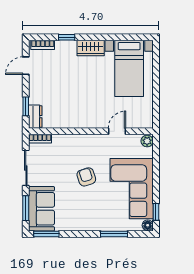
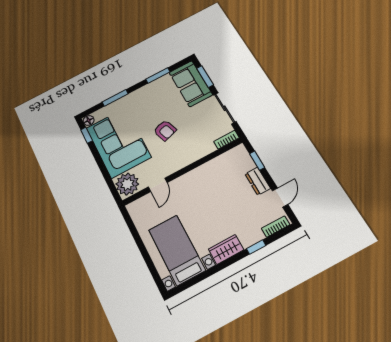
dresser: (35, 117) -> (258, 181), moved
plant: (147, 141) -> (127, 184), width x1.87, depth x1.87
window: (46, 234) -> (158, 76), moved

